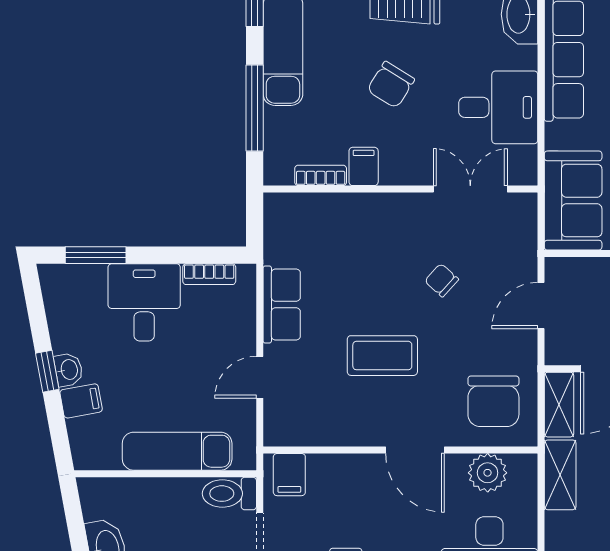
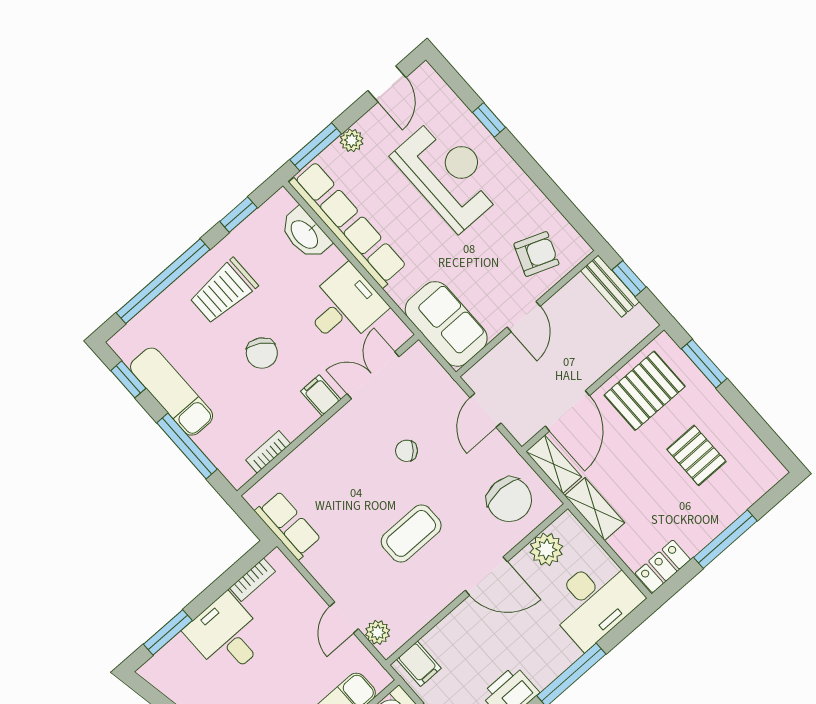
filing cabinet: (364, 166) -> (321, 395), moved
row of seats: (282, 305) -> (288, 525), moved
plant: (278, 416) -> (378, 632), added

